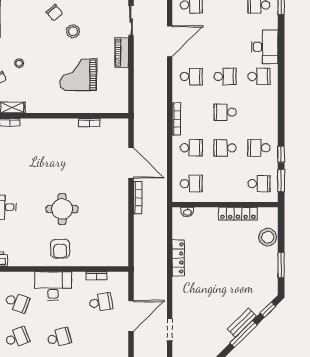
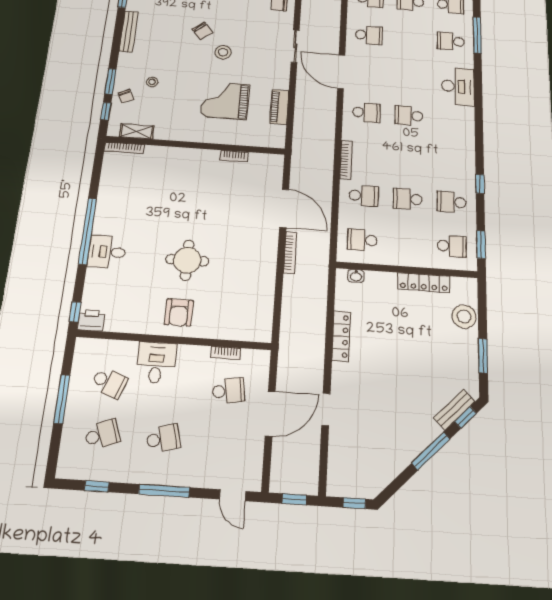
door: (170, 41) -> (341, 72), swing flipped
piano: (122, 53) -> (279, 107), moved
school desk: (225, 76) -> (409, 116), turned 180
school desk: (259, 76) -> (451, 119), removed
school desk: (225, 112) -> (408, 156), removed
window: (281, 154) -> (480, 184), moved
school desk: (191, 184) -> (362, 240), turned 180
desk: (53, 286) -> (156, 363), width x0.73
bench: (242, 323) -> (454, 410), moved
doorway: (170, 330) -> (326, 409), moved

